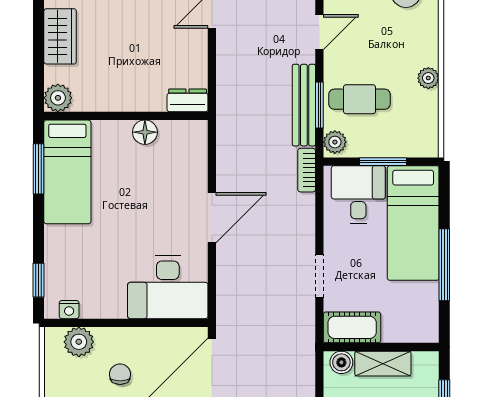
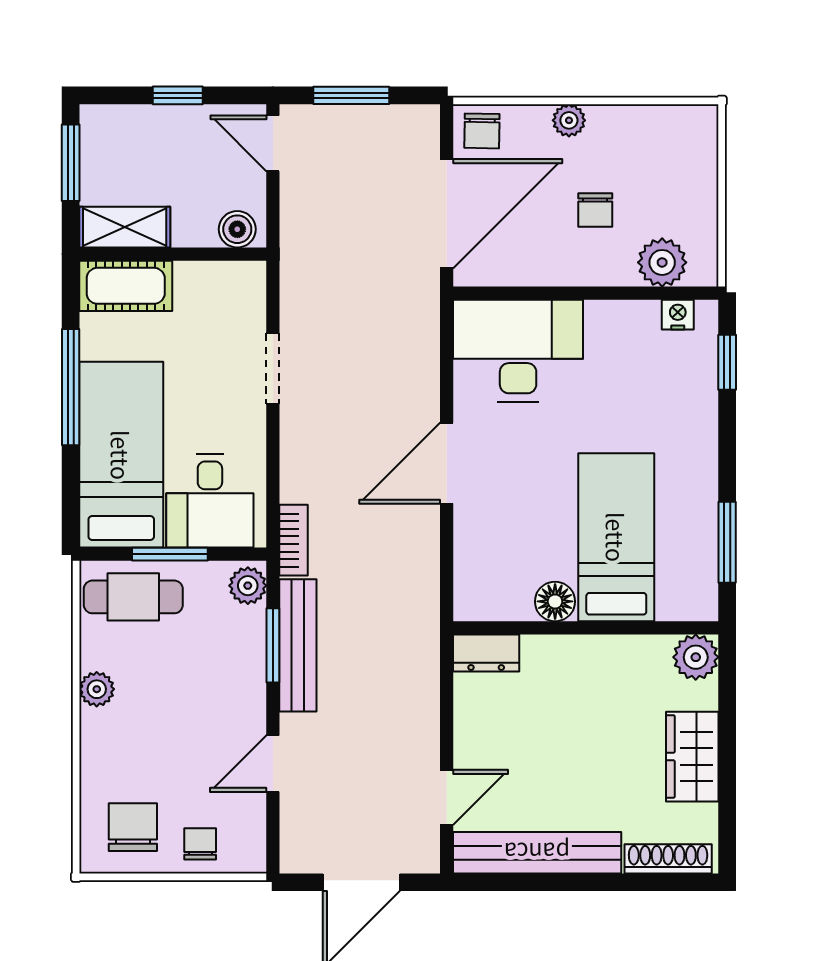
cafe table: (359, 99) -> (133, 597), moved
bed: (67, 172) -> (616, 537), moved
cot: (352, 327) -> (126, 286), moved
shelving: (383, 364) -> (125, 227), moved

